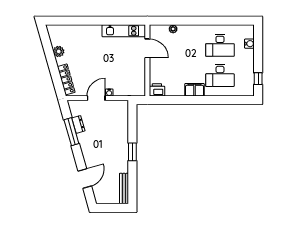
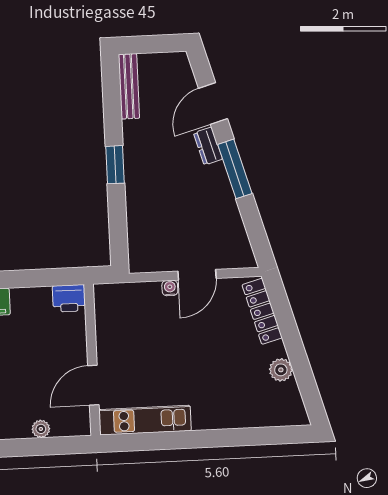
door: (147, 48) -> (93, 385), hinge flipped
dresser: (78, 124) -> (208, 146), moved
window: (71, 132) -> (235, 169), moved

